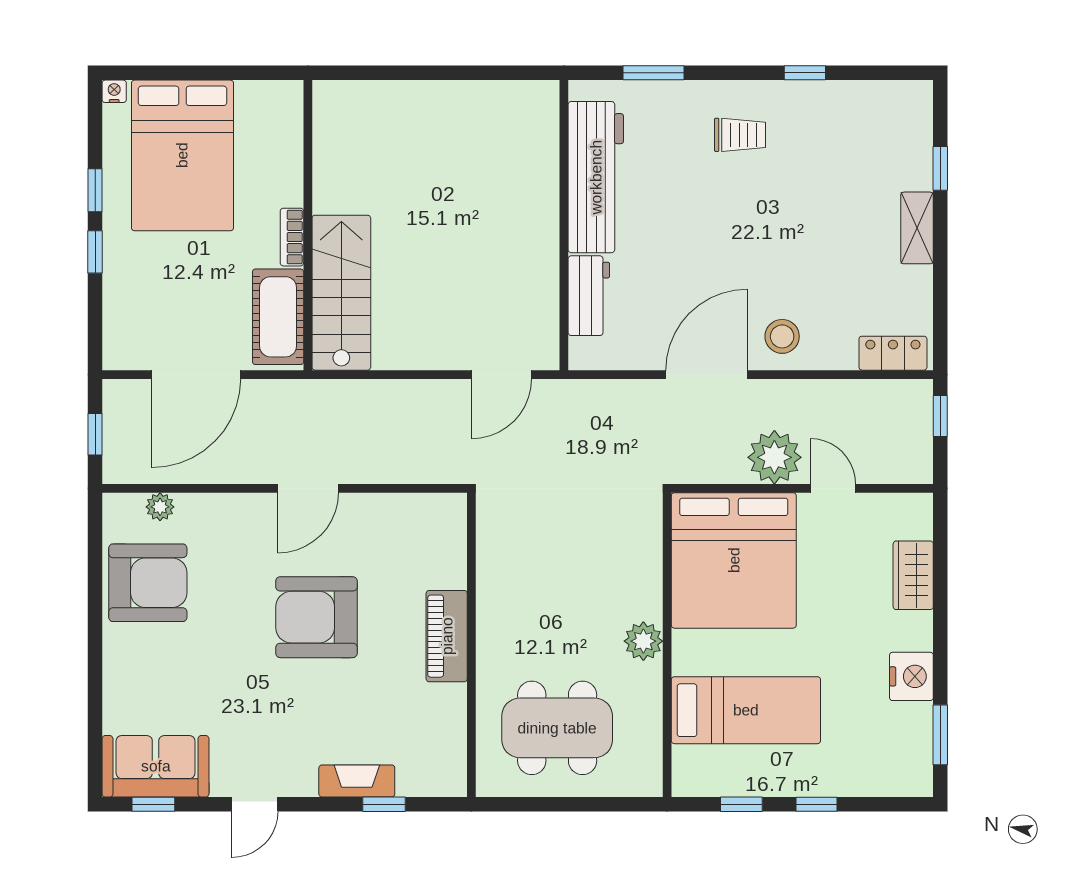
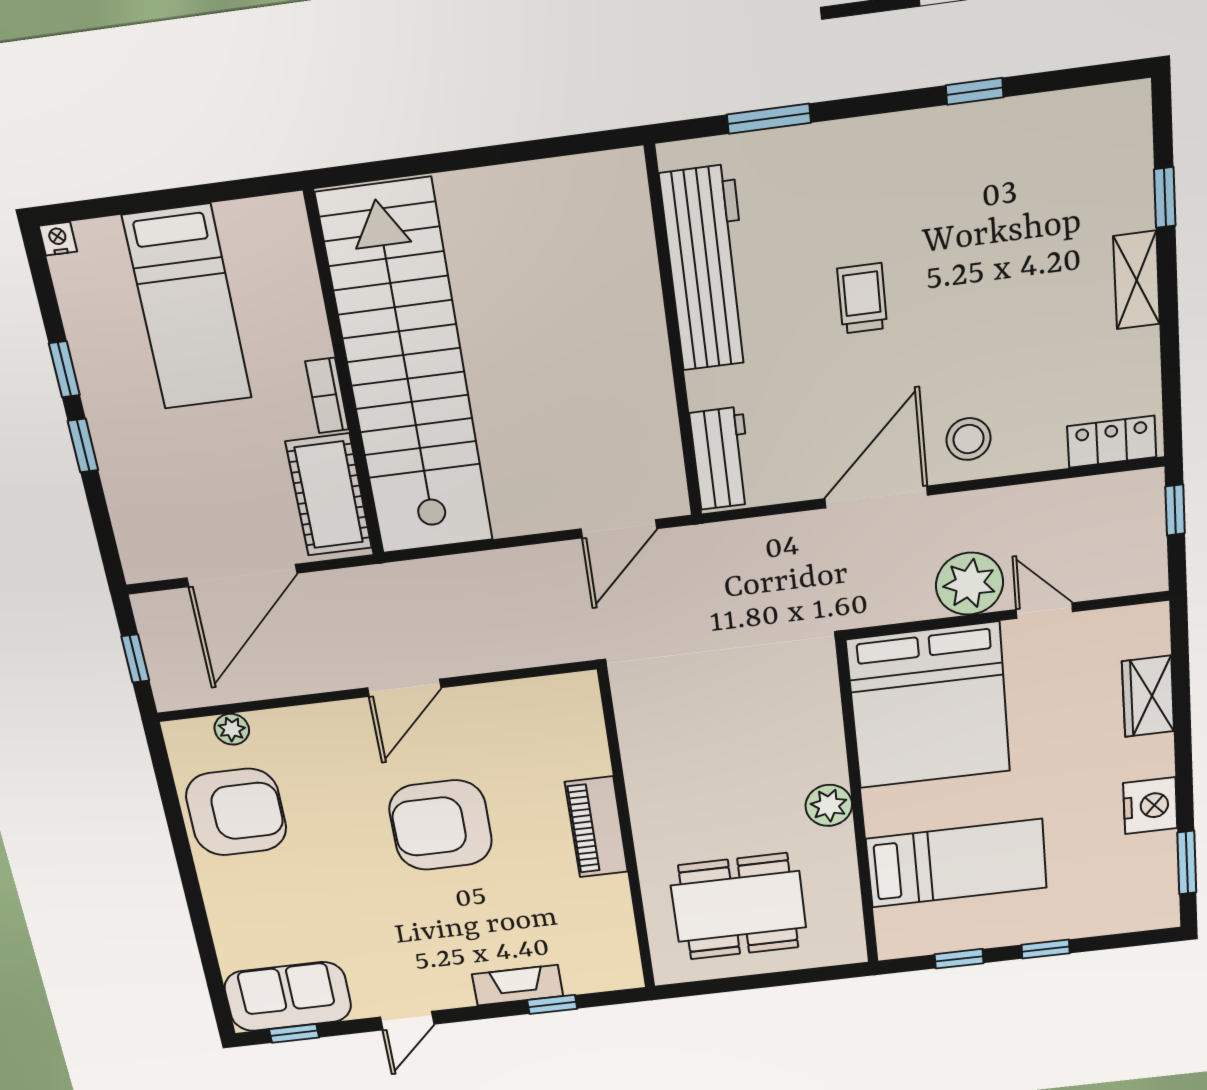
trolley: (740, 135) -> (862, 298), moved, turned -90
bed: (182, 155) -> (187, 308), width x0.67
stairs: (341, 293) -> (406, 371), width x1.86, depth x1.51
workbench: (589, 296) -> (721, 458), moved

